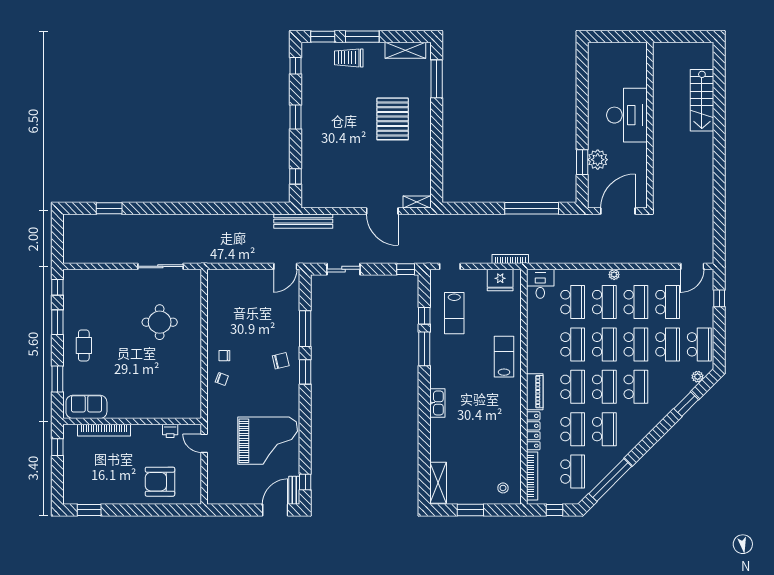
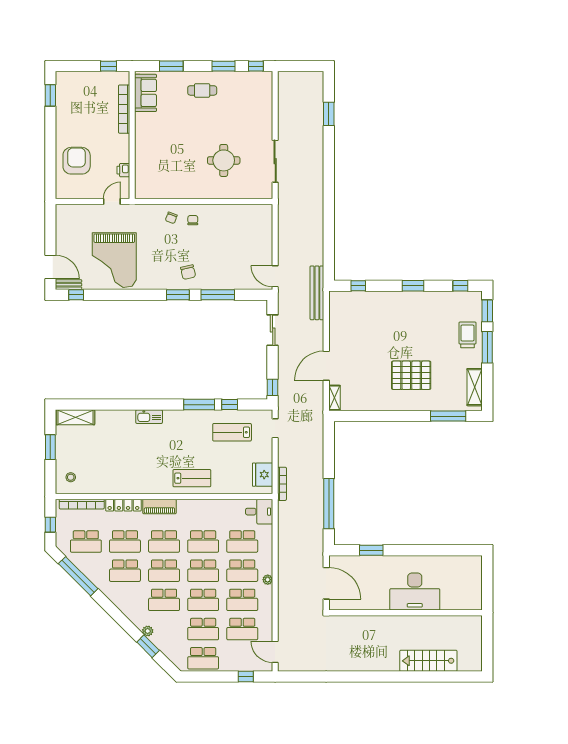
plant: (598, 160) -> (374, 565), removed
plant: (698, 377) -> (148, 631), moved

